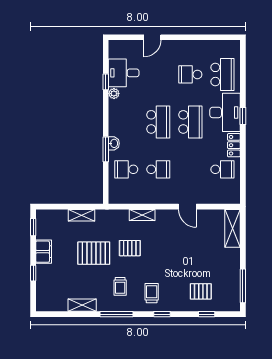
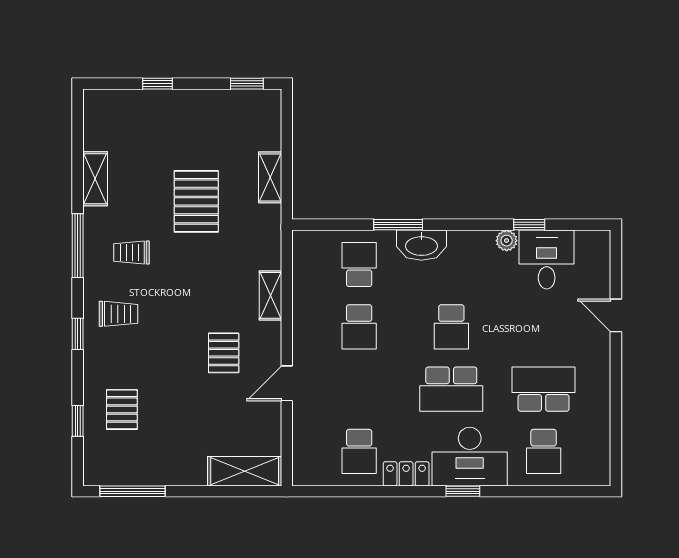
school desk: (190, 74) -> (544, 389), width x1.85
school desk: (222, 74) -> (544, 451), width x0.54
school desk: (158, 122) -> (451, 327), width x0.54
washbasin: (114, 143) -> (421, 245), width x1.91, depth x1.45
pallet: (130, 248) -> (224, 353), moved
filing cabinet: (44, 252) -> (199, 104), removed

